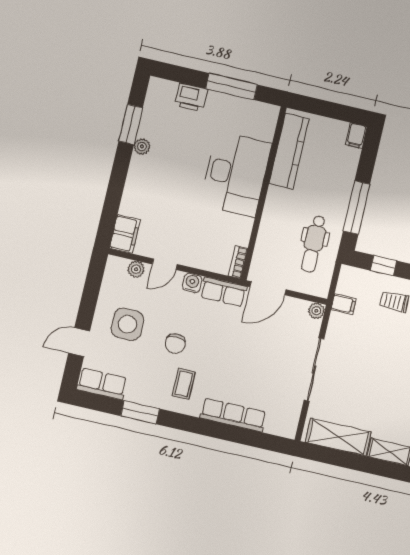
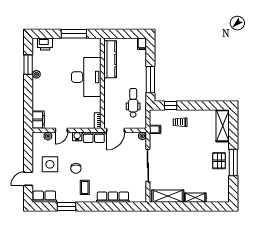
printer: (191, 97) -> (45, 44), moved
dental chair: (314, 244) -> (133, 103), turned 180

